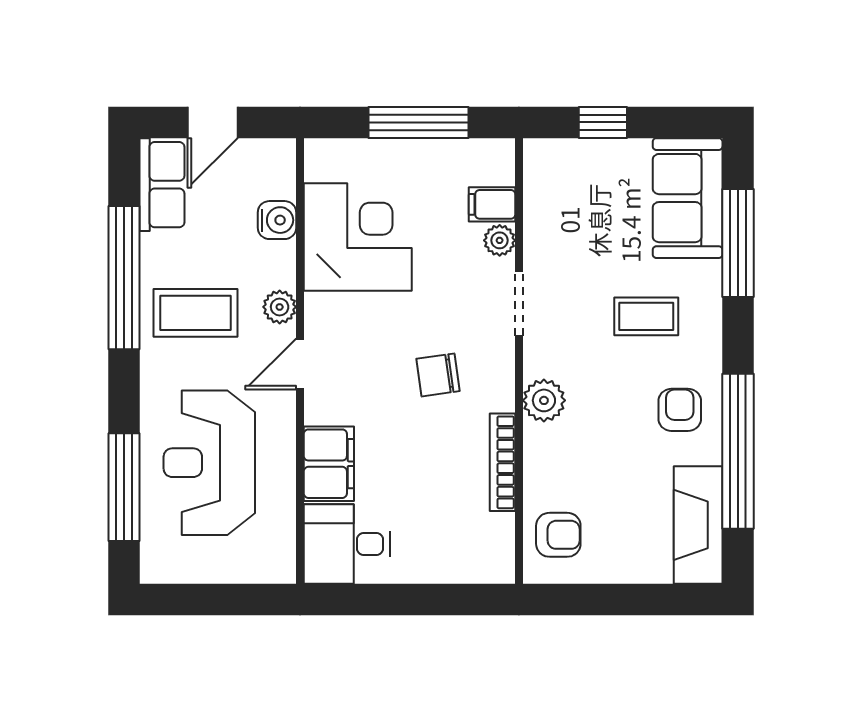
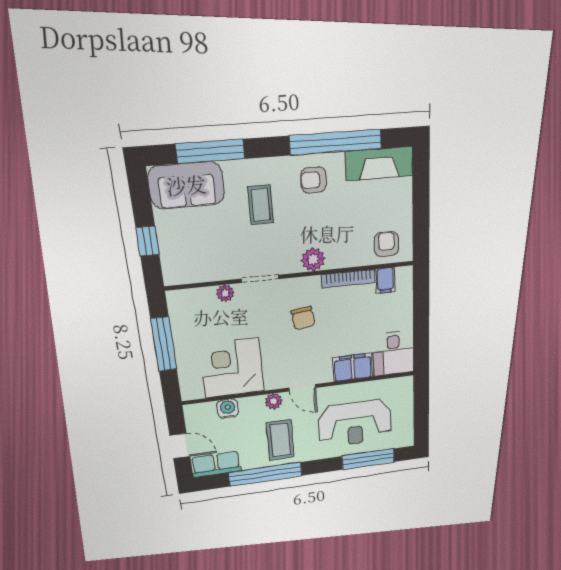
filing cabinet: (492, 204) -> (385, 280), moved

